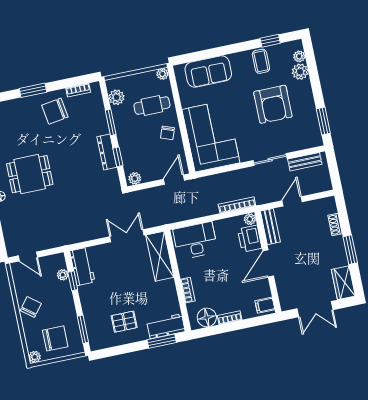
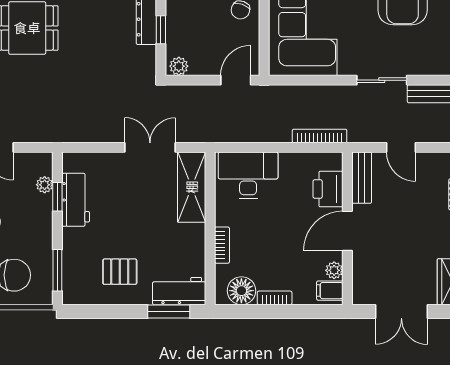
door: (292, 201) -> (401, 147), swing flipped
plant: (250, 219) -> (334, 270), moved
workbench: (82, 266) -> (76, 200), moved

